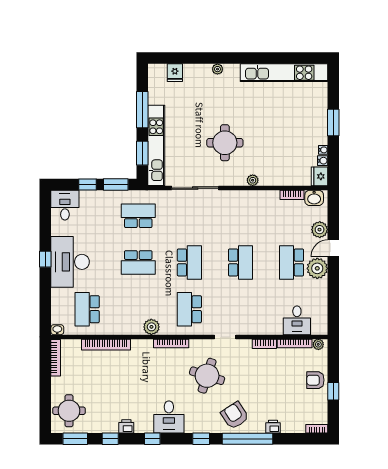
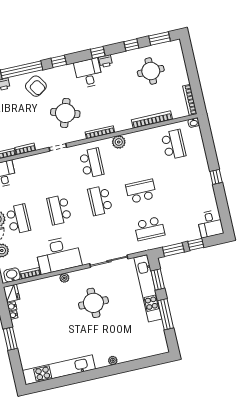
fridge: (175, 73) -> (146, 350), removed
desk: (70, 262) -> (58, 255), moved, turned 90
round table: (69, 411) -> (151, 71), moved
printer: (126, 426) -> (105, 61), moved

